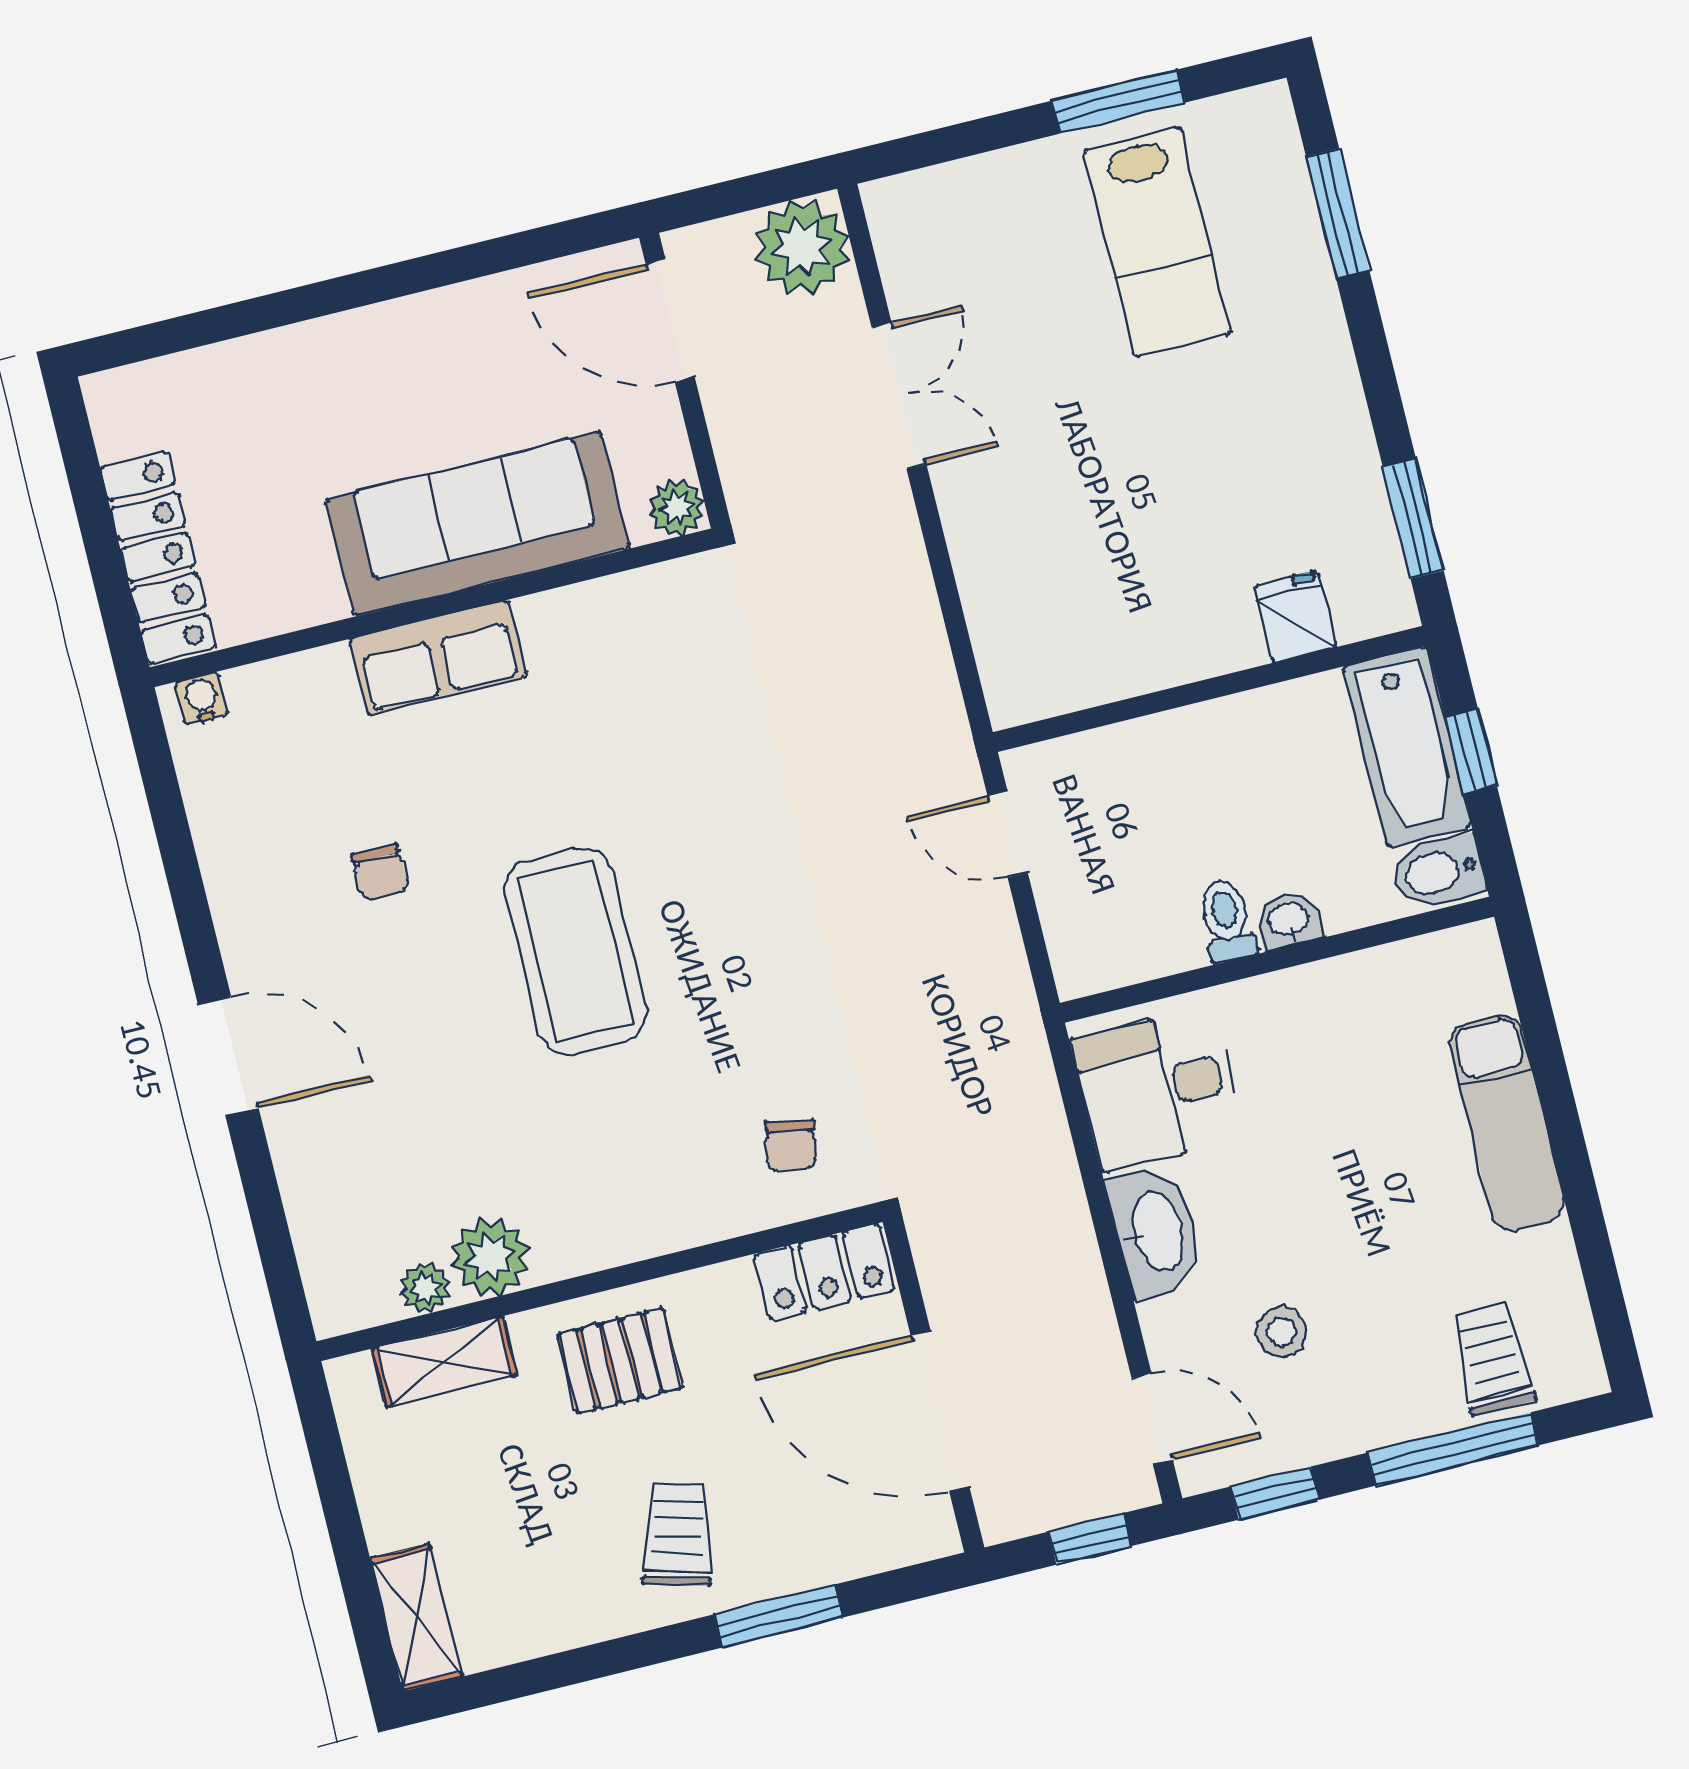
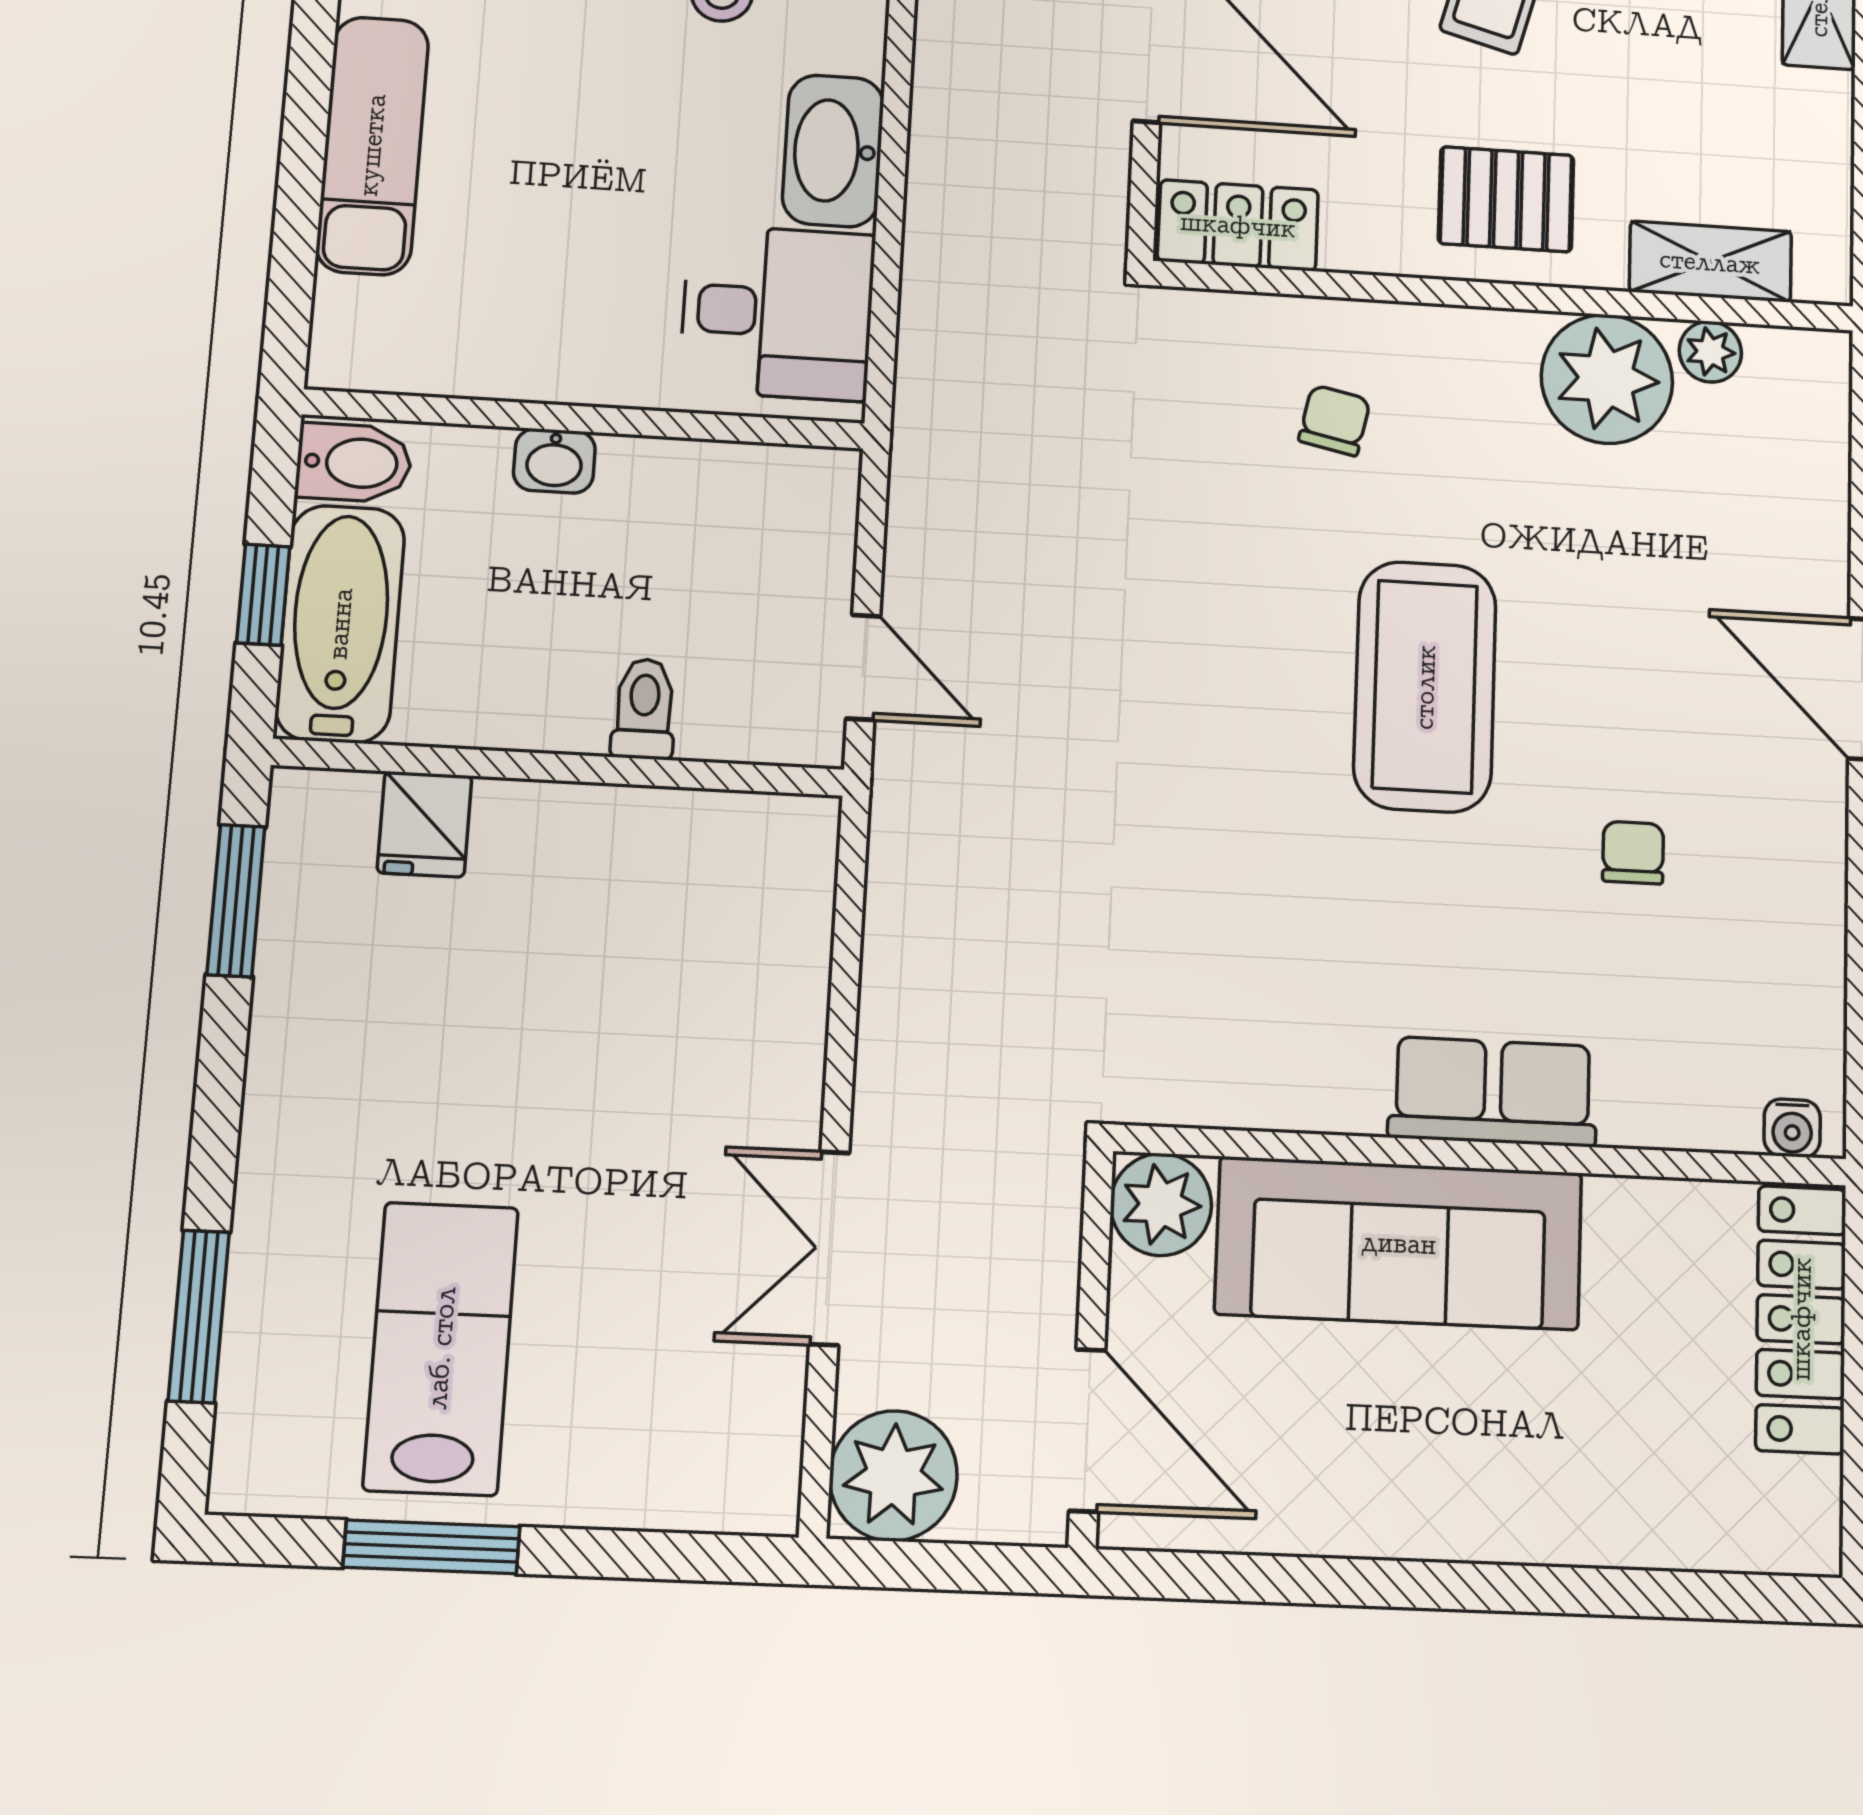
plant: (677, 508) -> (1161, 1204), width x1.38, depth x1.38
toilet: (1227, 921) -> (644, 709), moved, turned 180
chair: (791, 1145) -> (1335, 420), moved
plant: (490, 1257) -> (1607, 379), width x1.36, depth x1.36

